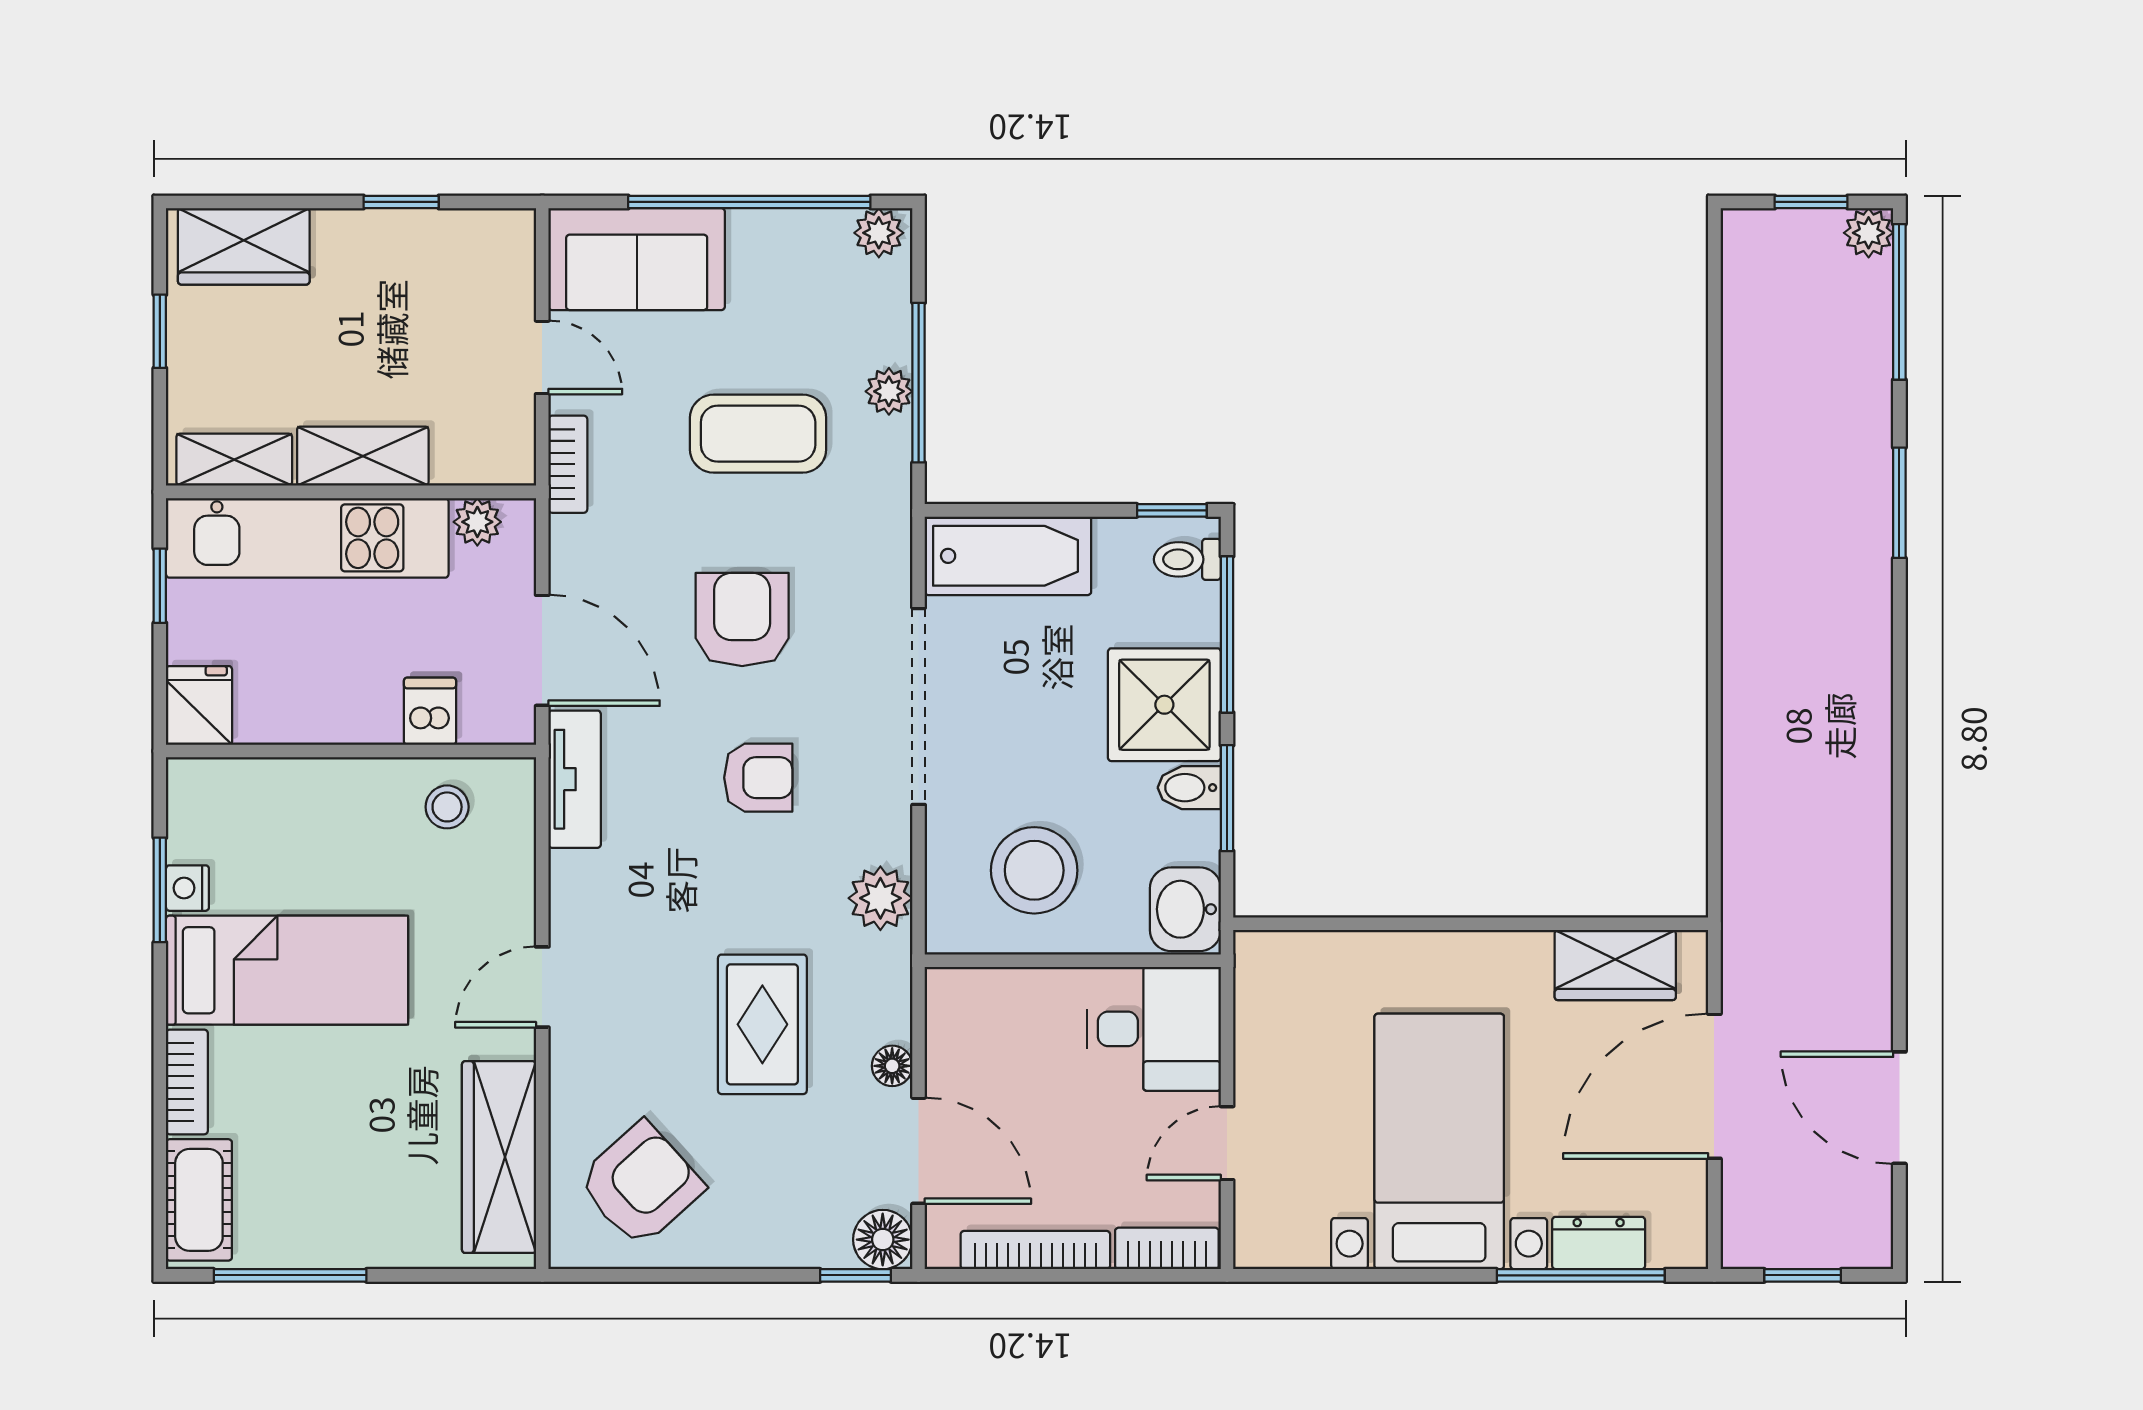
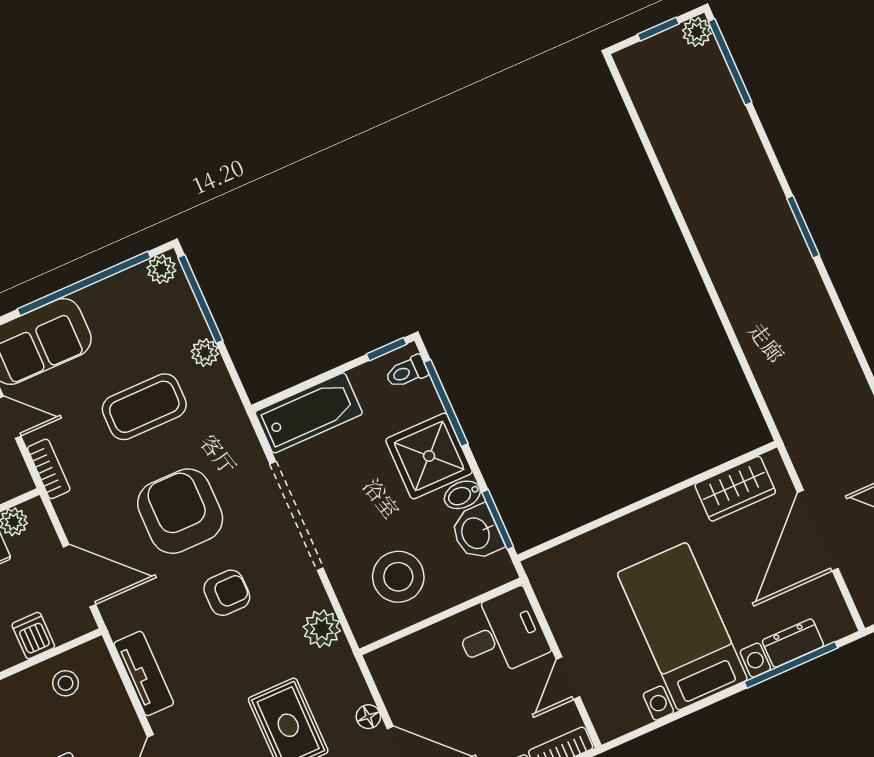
window: (919, 383) -> (200, 299), moved
window: (1899, 503) -> (803, 227), moved
armchair: (742, 620) -> (180, 511), width x1.36, depth x1.36
tv unit: (575, 779) -> (144, 674), moved
window: (1227, 798) -> (498, 520), moved
washbasin: (1185, 909) -> (477, 533), moved

